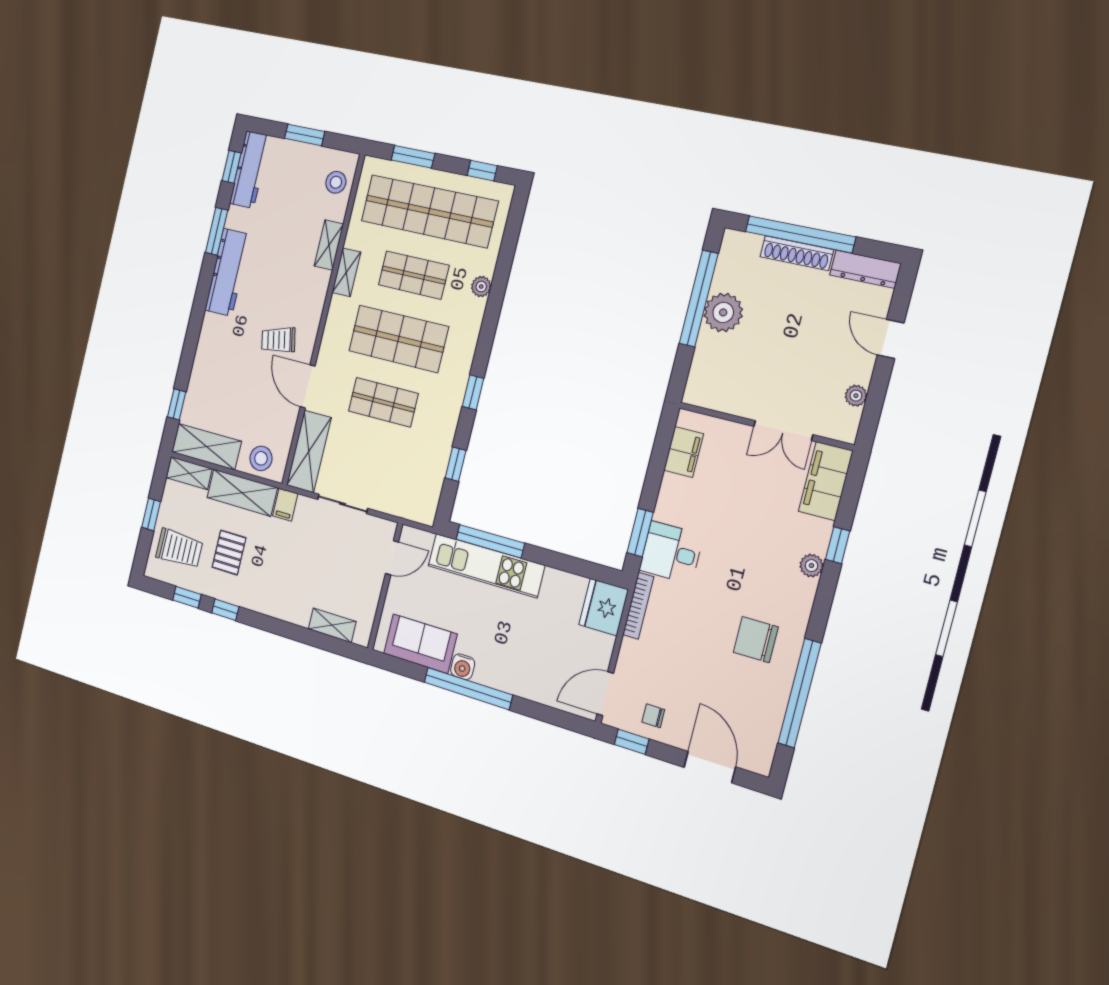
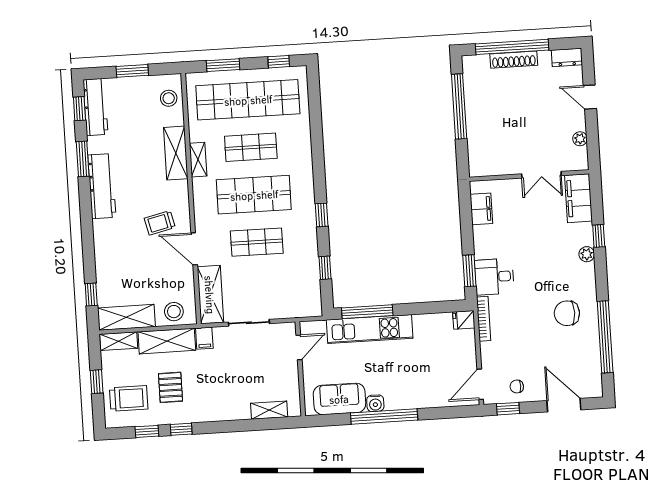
shelving: (329, 245) -> (176, 153), width x1.50, depth x1.33
dresser: (865, 269) -> (567, 57), width x0.70
plant: (481, 287) -> (304, 141), removed
plant: (723, 312) -> (478, 111), removed
fridge: (604, 607) -> (464, 320), width x0.53, depth x0.75

